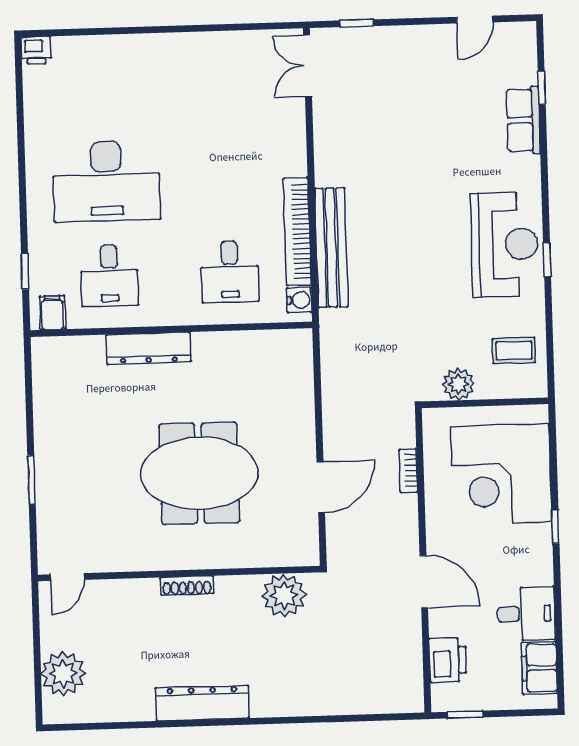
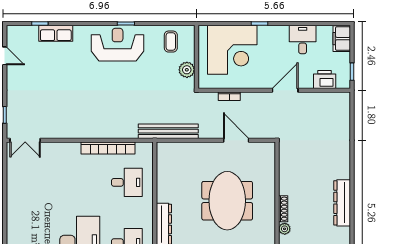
bench: (331, 248) -> (168, 131), moved
water cooler: (299, 300) -> (142, 148), removed
plant: (284, 595) -> (285, 229), moved, width x0.53, depth x0.53
filing cabinet: (539, 668) -> (342, 39), moved, turned 90

